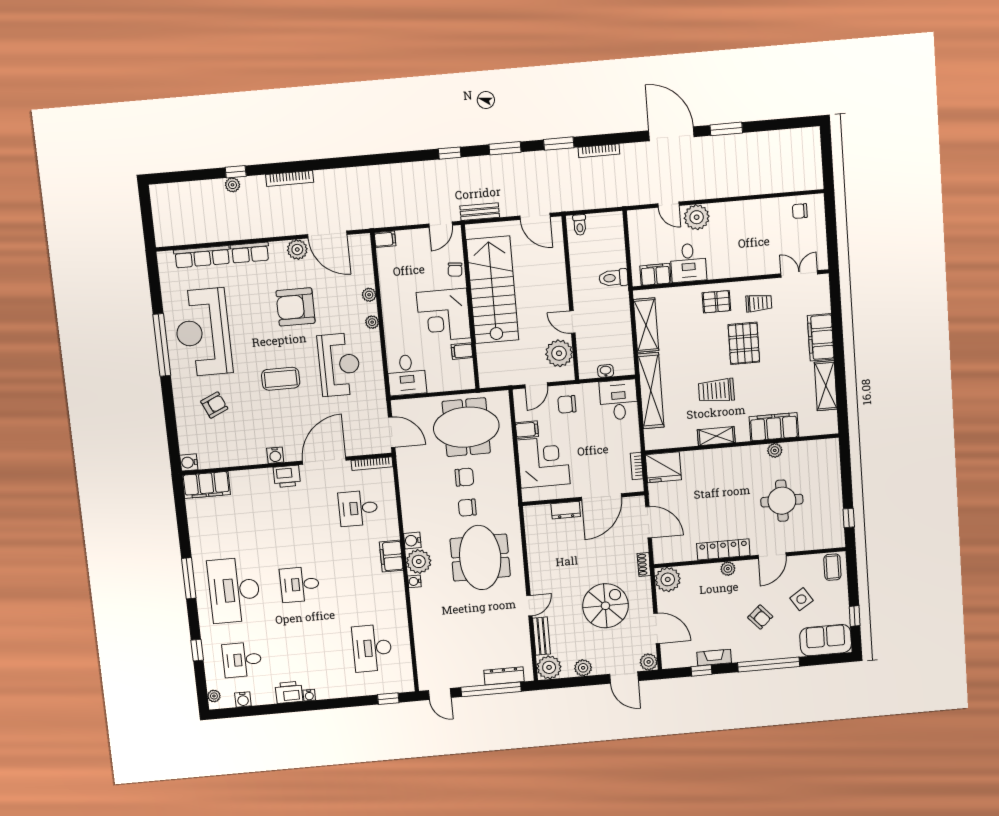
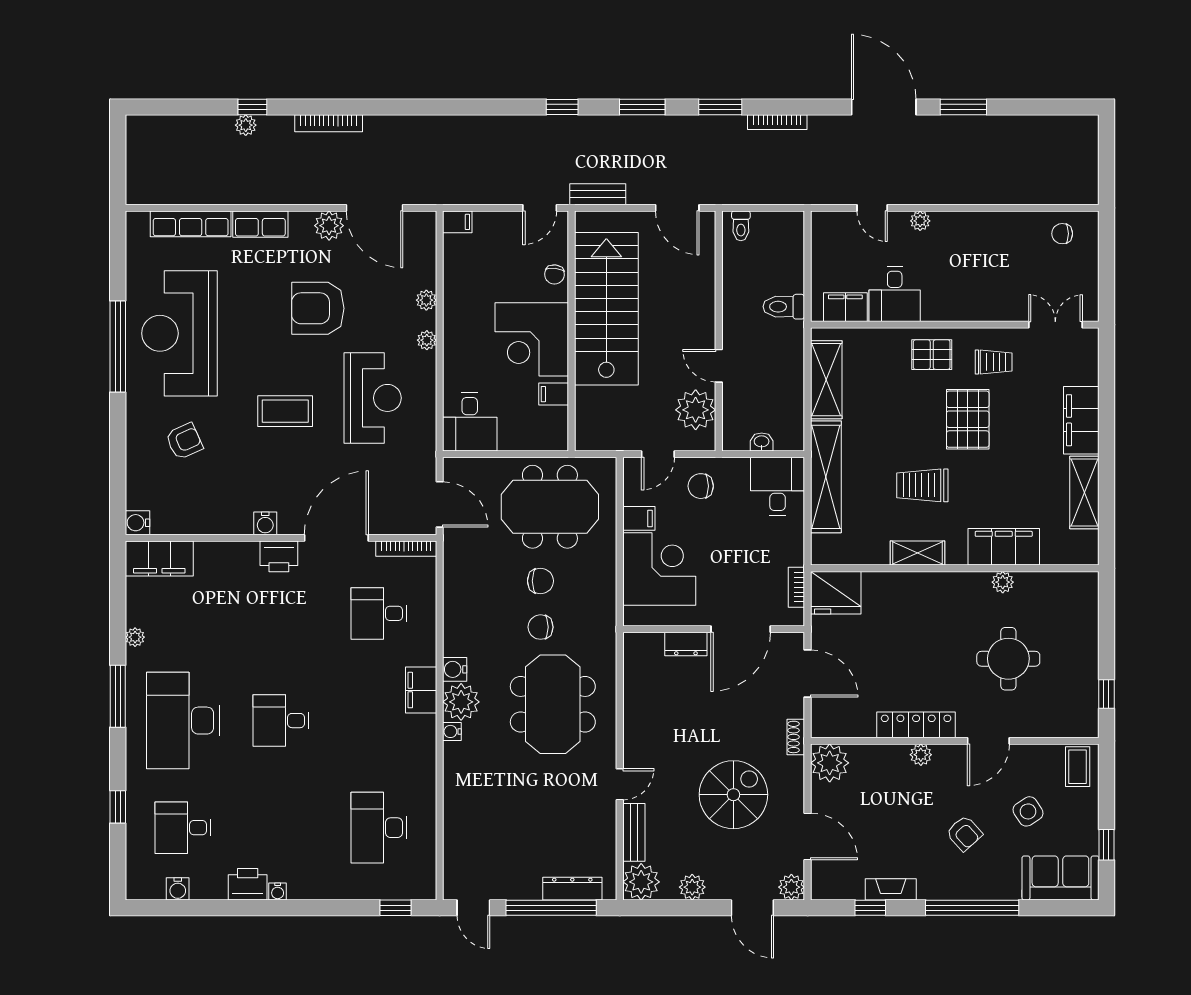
plant: (697, 217) -> (920, 221), width x0.53, depth x0.53
plant: (214, 696) -> (135, 637), moved

